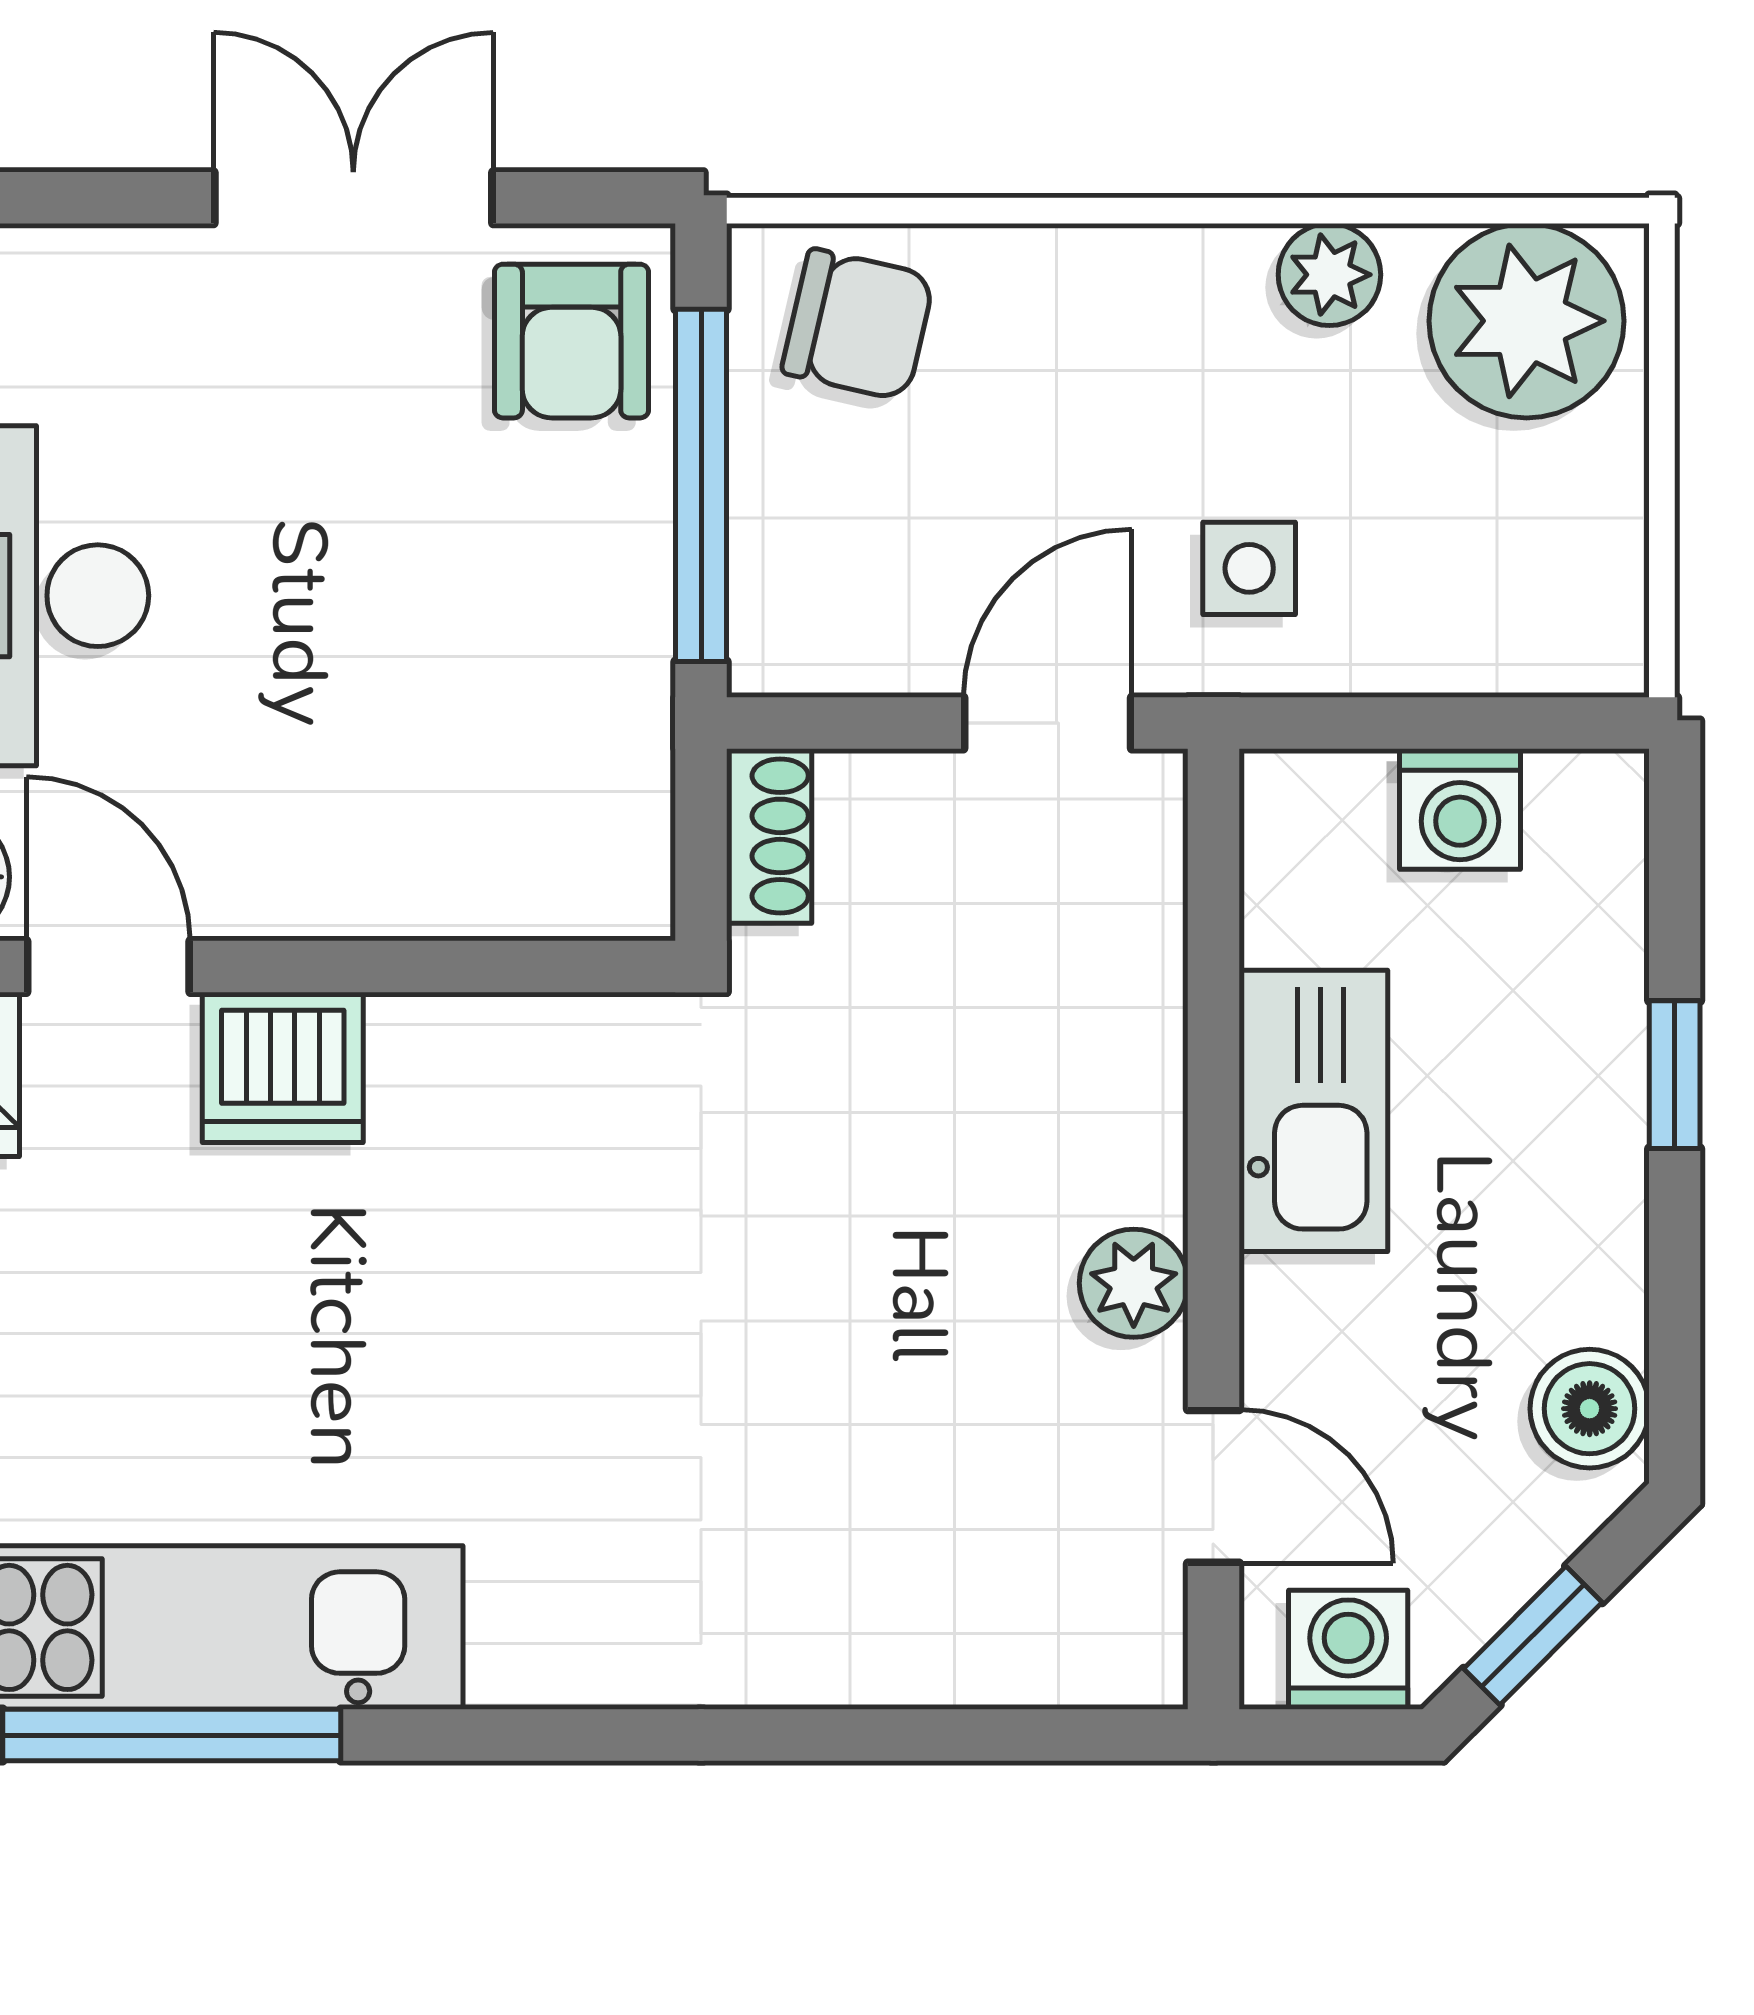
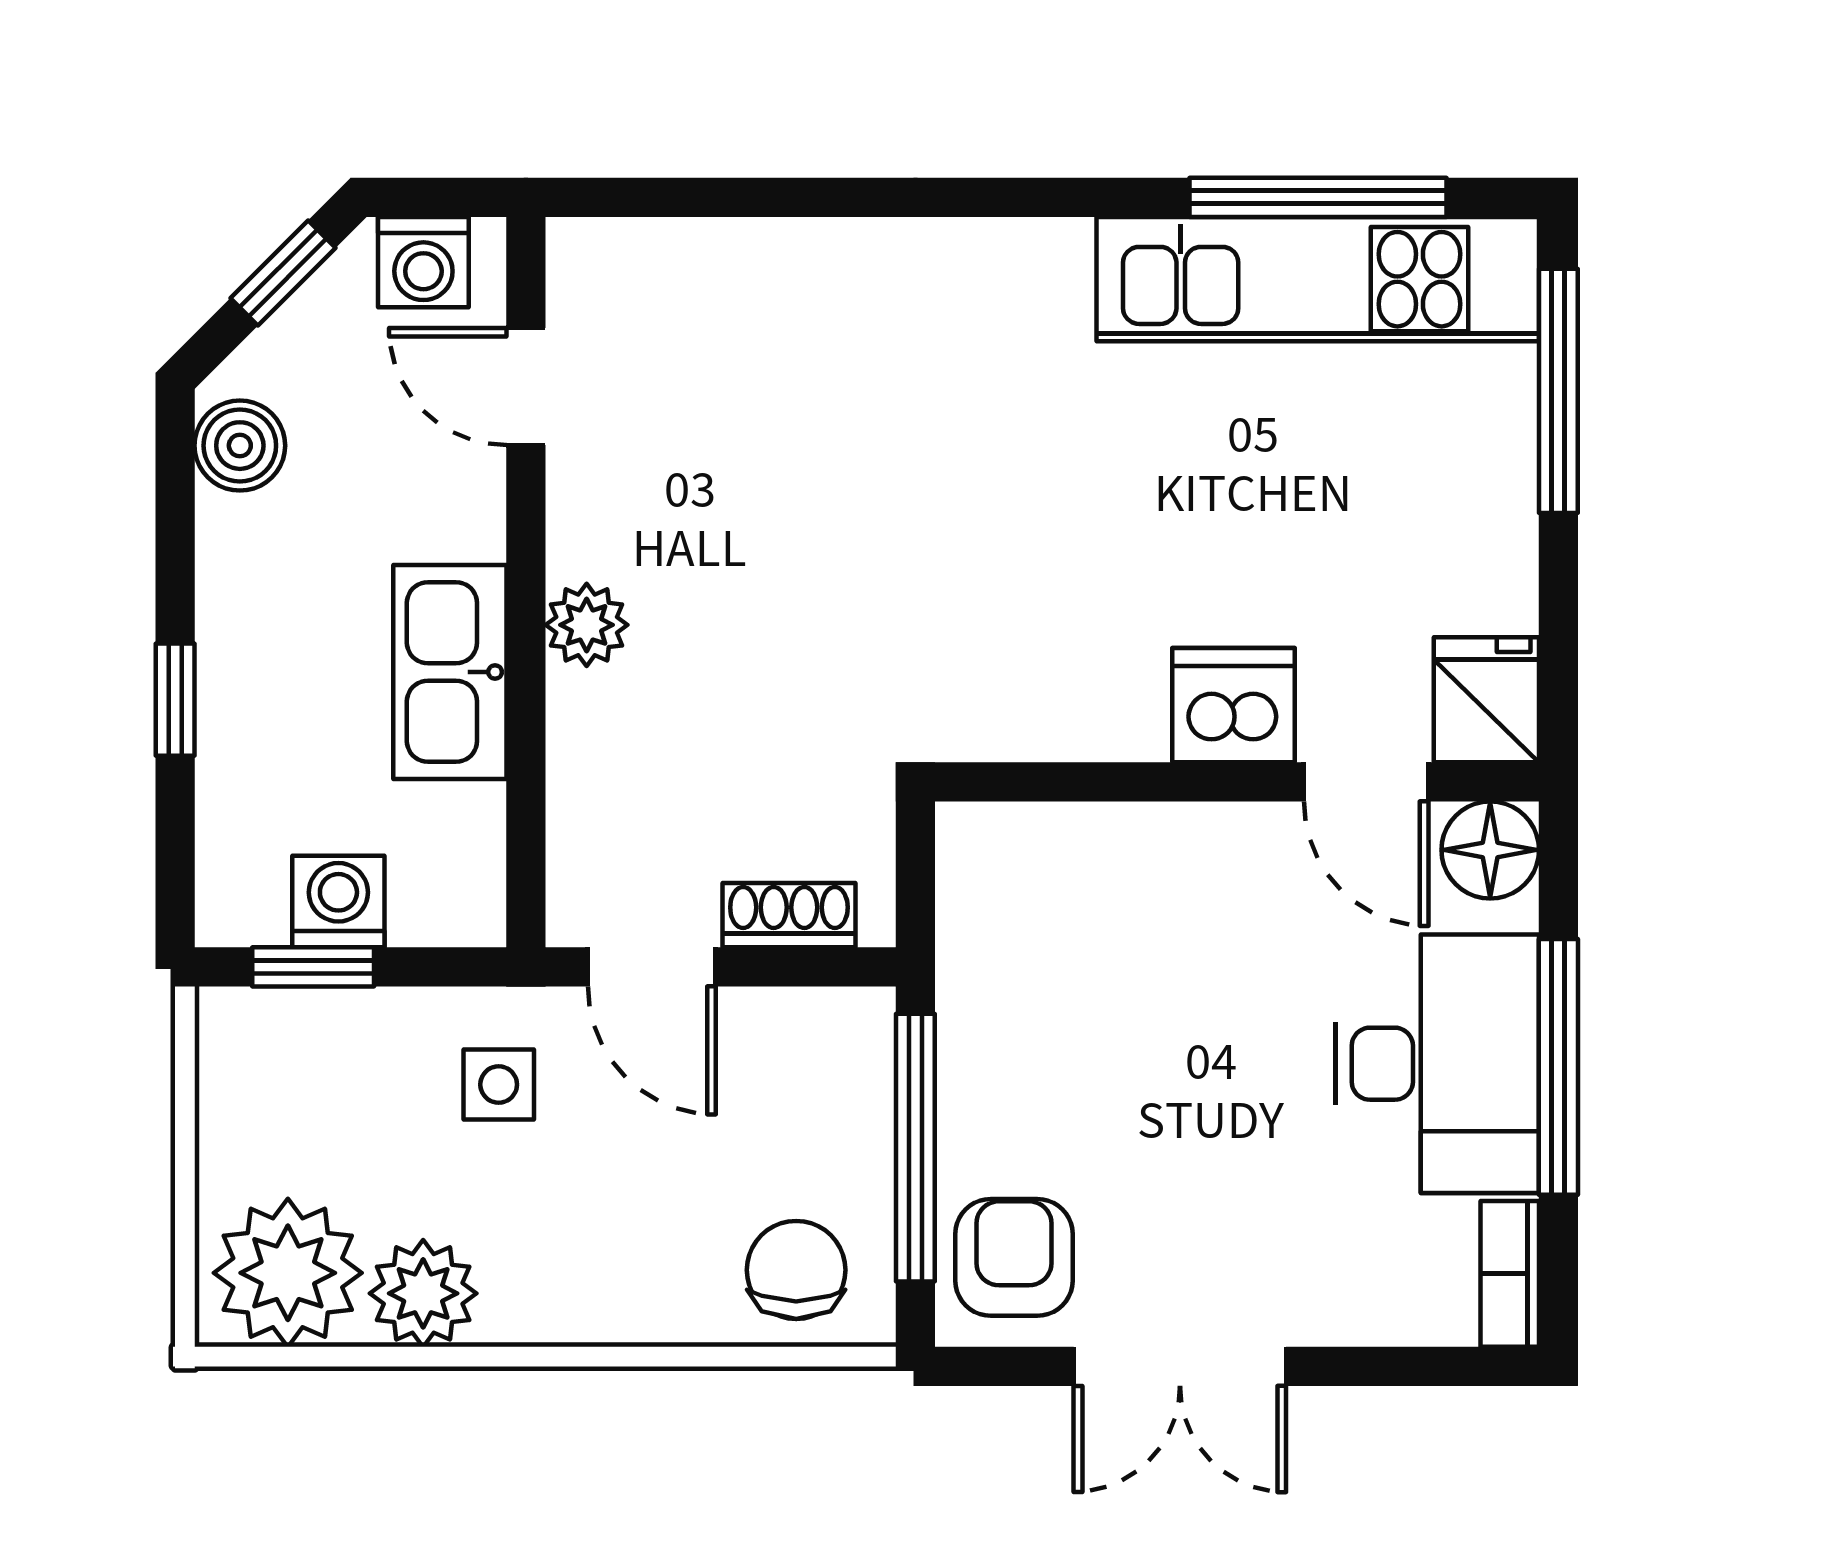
plant: (1329, 275) -> (423, 1293), width x1.38, depth x1.38
chair: (858, 324) -> (796, 1270), turned 77
door: (1048, 723) -> (652, 967), hinge flipped
window: (1493, 723) -> (313, 967), added
shoe rack: (769, 836) -> (789, 915), moved, turned 90
plant: (1134, 1283) -> (587, 625), moved

